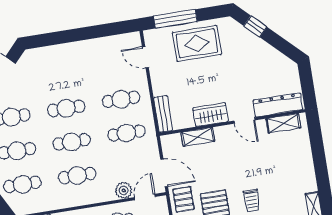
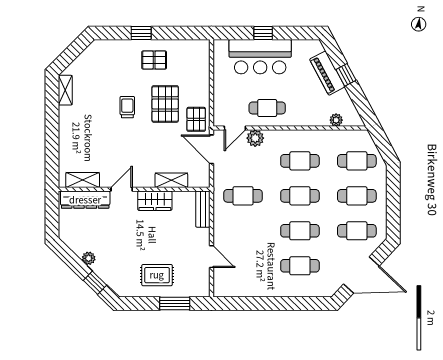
window: (175, 19) -> (175, 303), width x0.69
rug: (197, 43) -> (157, 275), width x0.73, depth x0.70
plant: (265, 49) -> (89, 258), added
door: (145, 57) -> (211, 257), moved
cafe table: (121, 99) -> (300, 266), moved
door: (244, 120) -> (122, 189), hinge flipped

